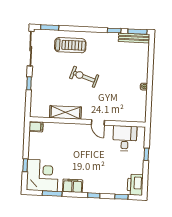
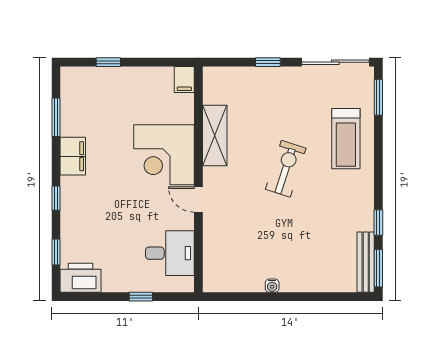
door: (98, 122) -> (198, 199), hinge flipped
corner desk: (42, 175) -> (164, 155), moved, turned 90

